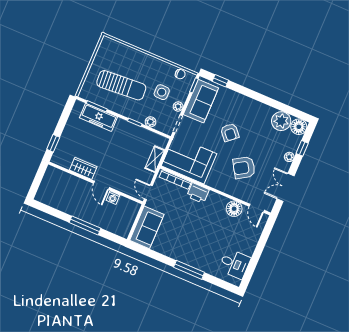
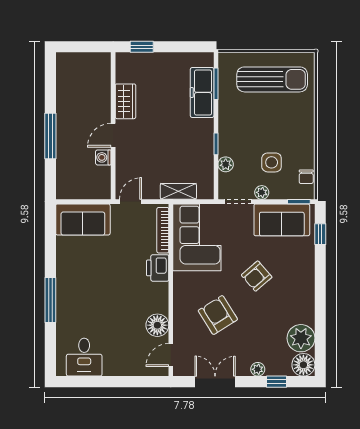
sun lounger: (121, 85) -> (272, 79), moved, turned -86

